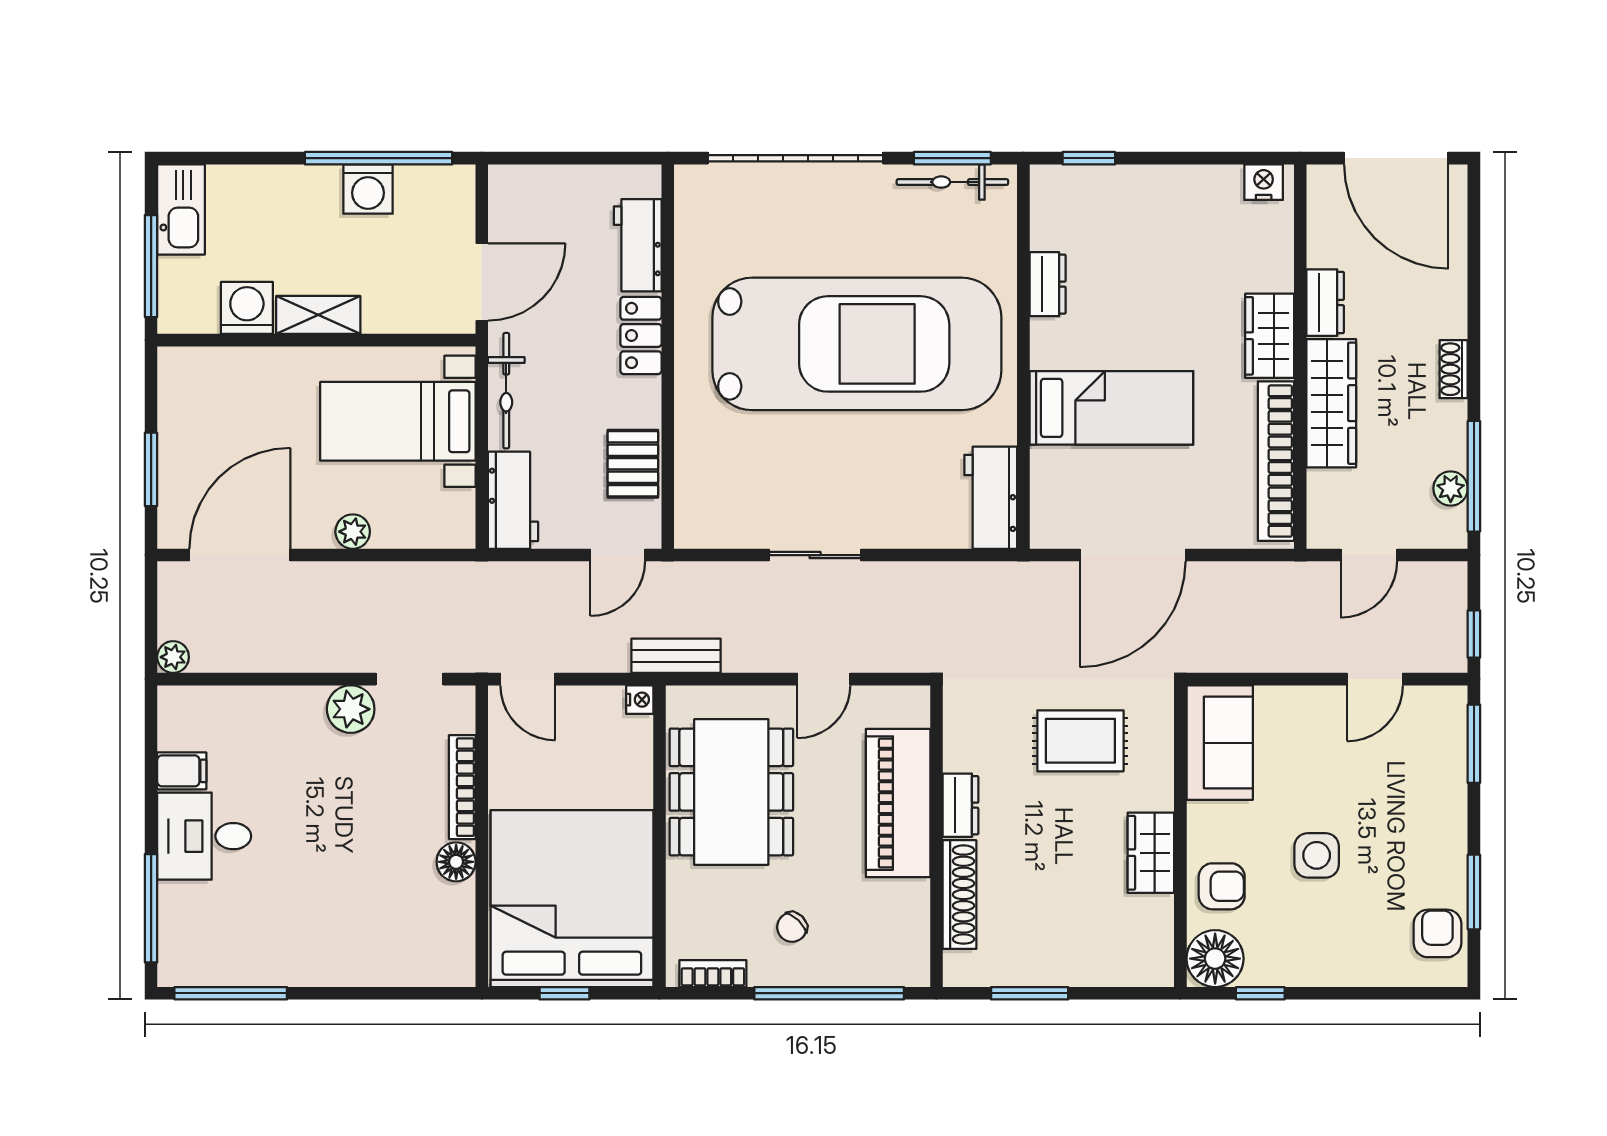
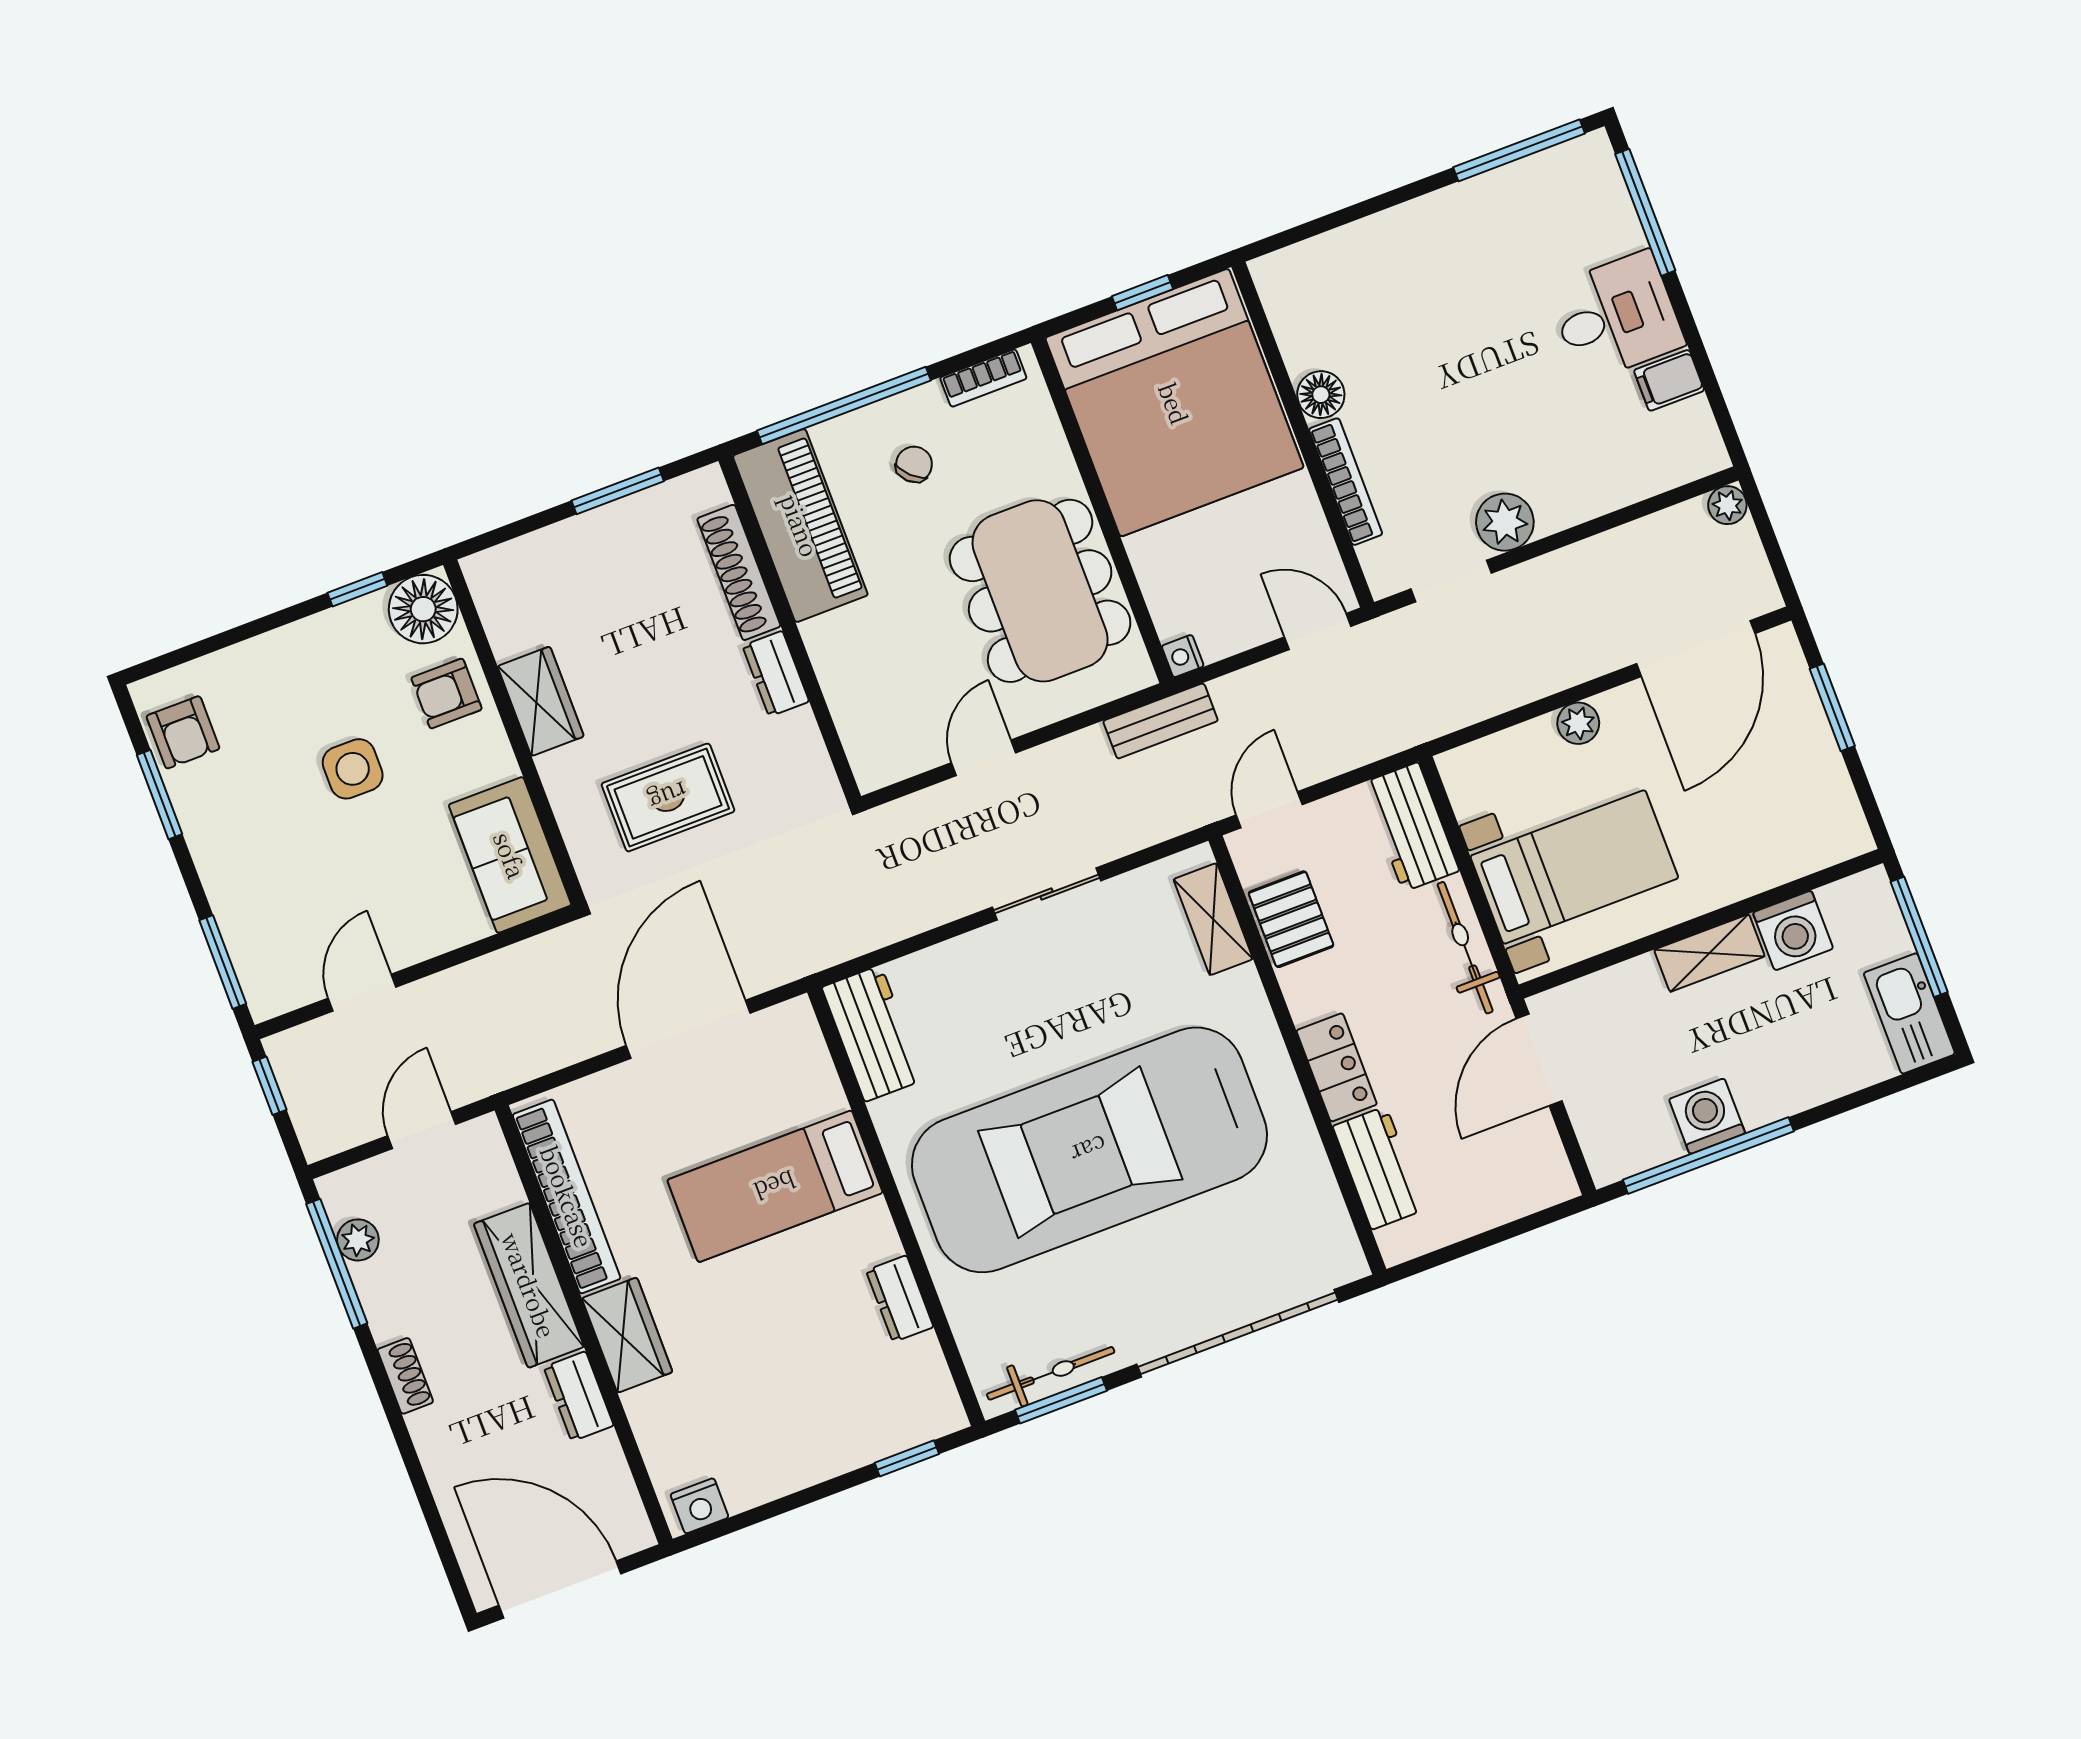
shelving: (693, 487) -> (1213, 919), added
piano: (898, 803) -> (800, 525), moved

